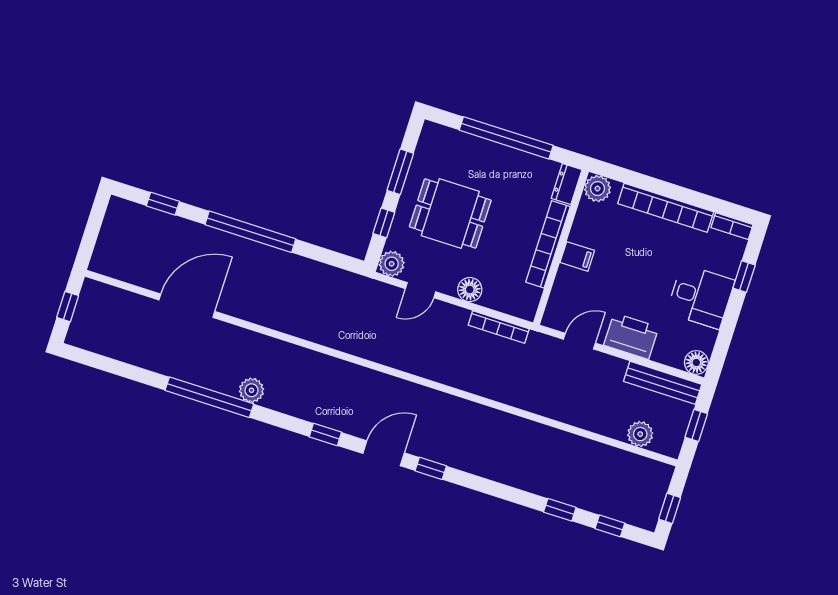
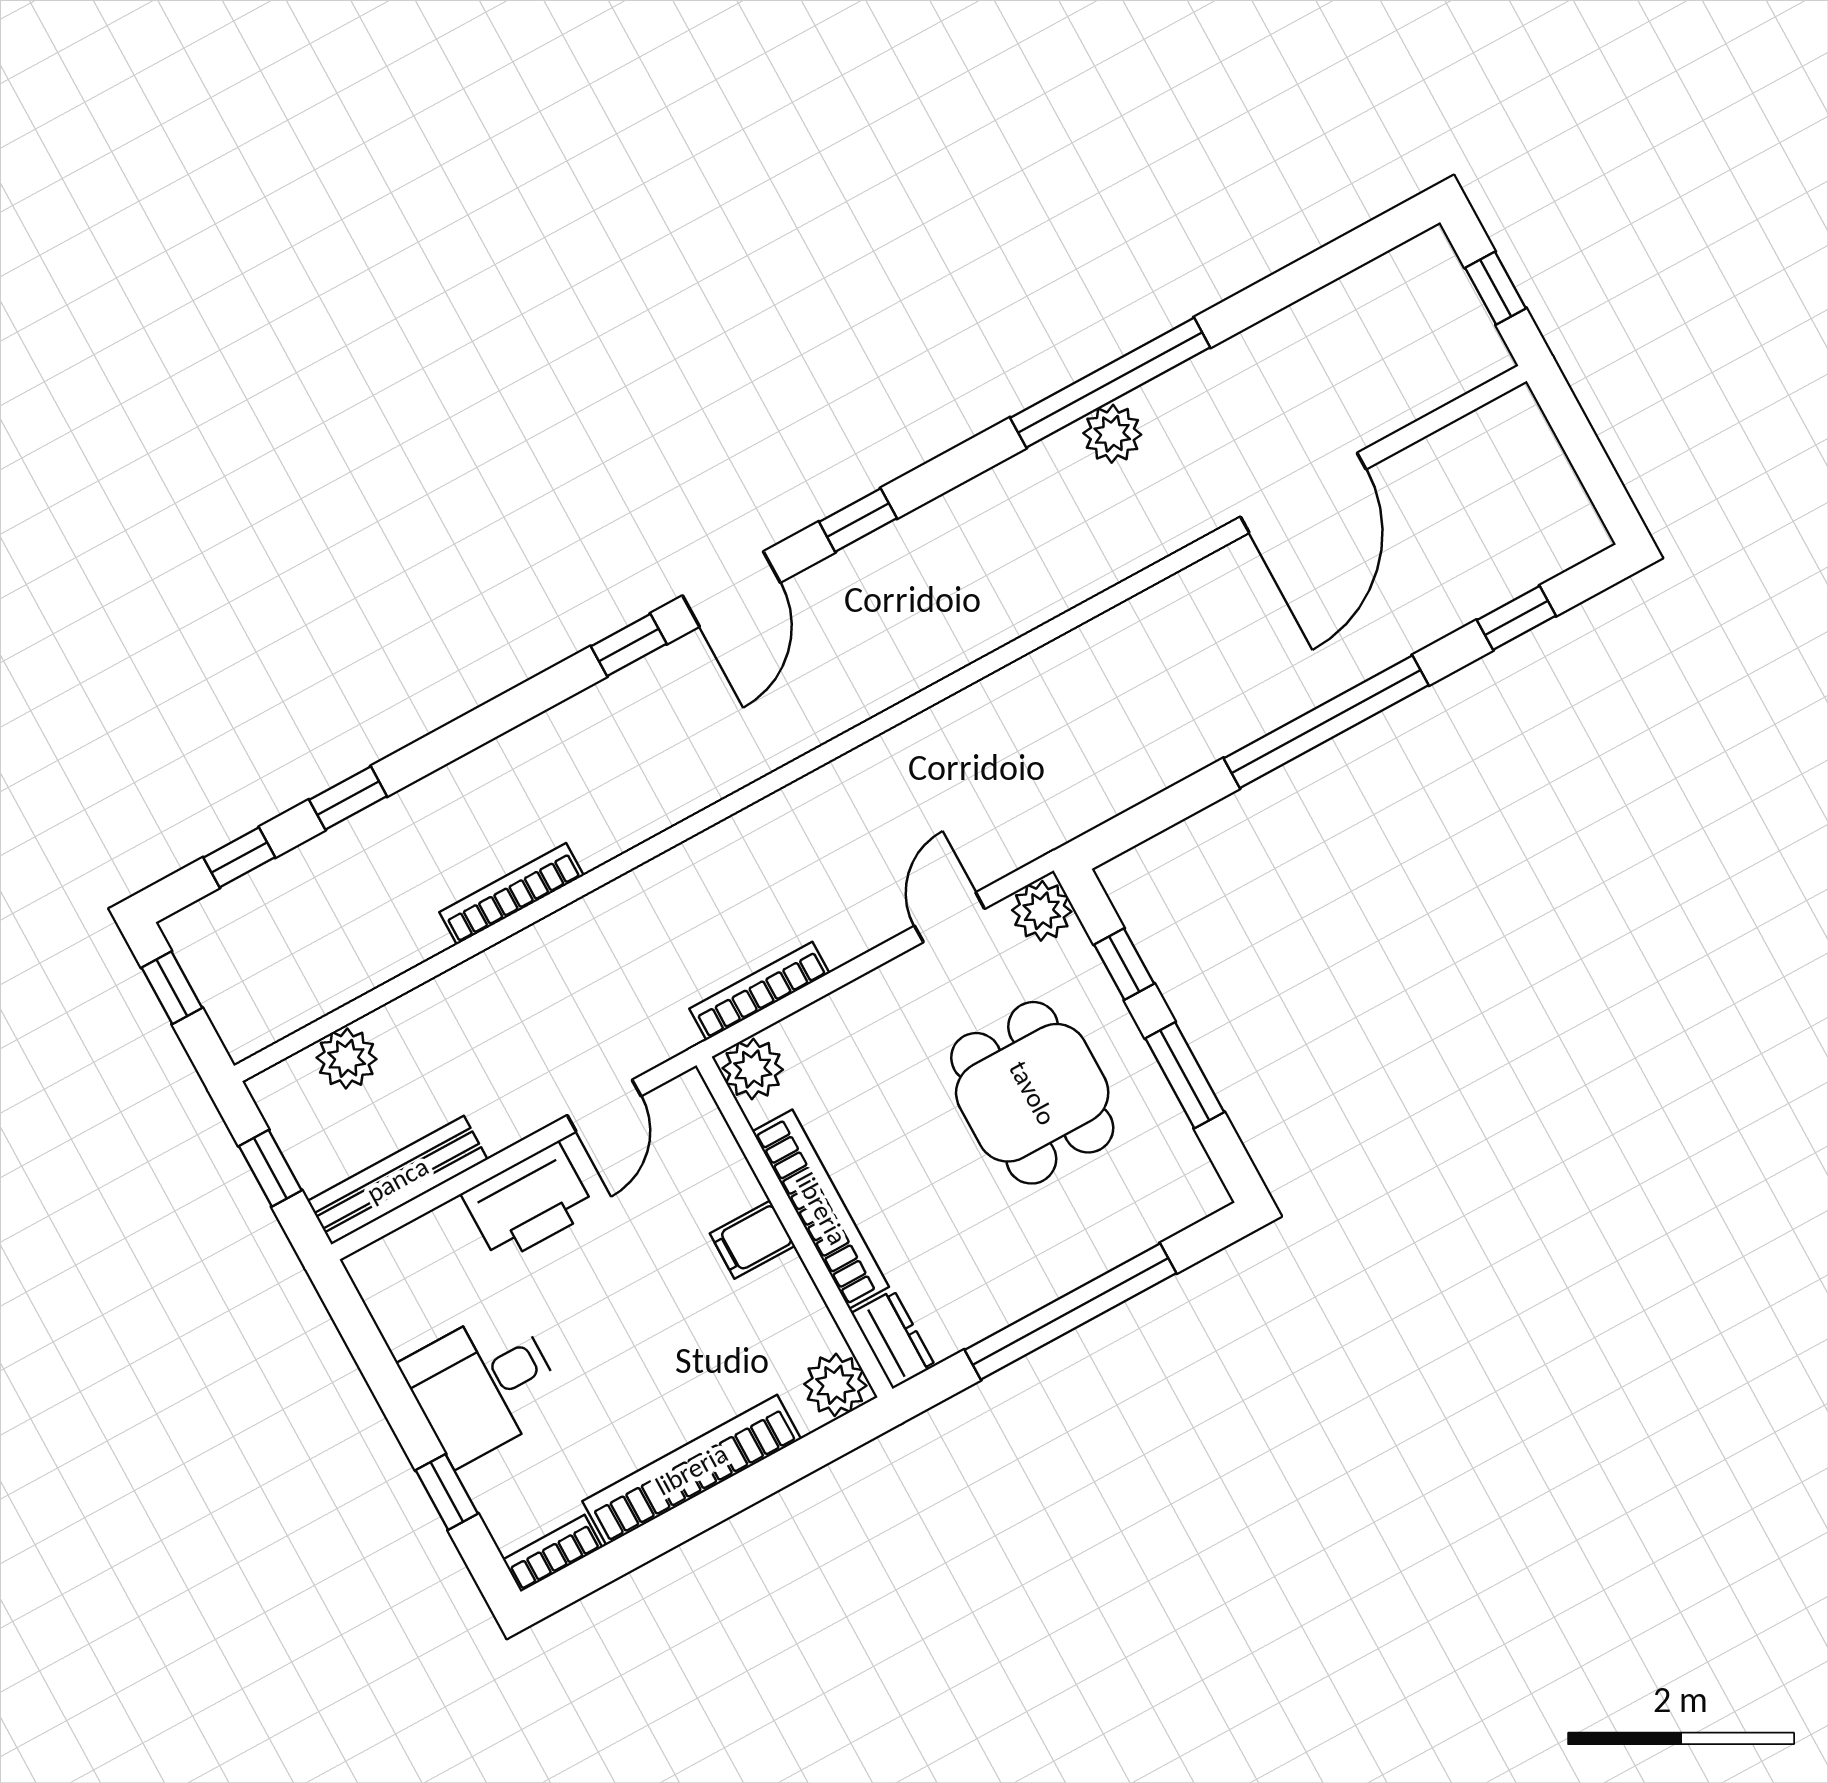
dining table: (450, 213) -> (1032, 1093), turned 90
floor lamp: (470, 290) -> (871, 1002), removed
plant: (525, 306) -> (753, 1069), added
floor lamp: (696, 362) -> (378, 1271), removed
plant: (252, 390) -> (1112, 434), moved
bookcase: (541, 432) -> (511, 894), added

